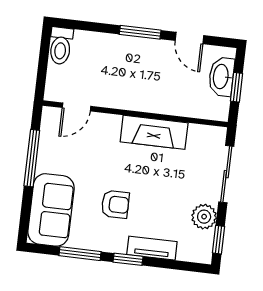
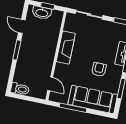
door: (190, 38) -> (22, 26), swing flipped
sofa: (51, 210) -> (93, 99), width x1.36
plant: (204, 217) -> (109, 27), removed

